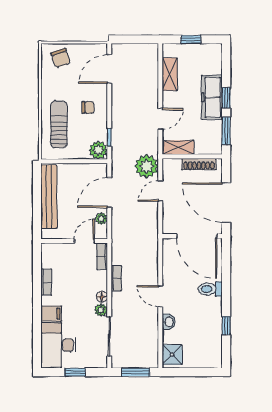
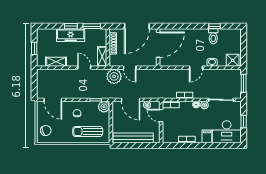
toilet: (210, 289) -> (213, 36), moved

